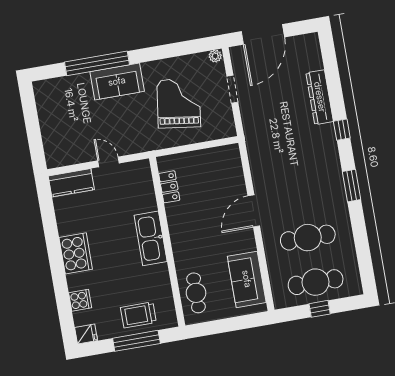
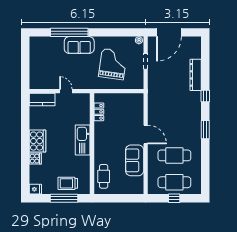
door: (254, 211) -> (146, 134), swing flipped
sofa: (247, 279) -> (135, 160), moved
cooker: (80, 300) -> (35, 159), moved

